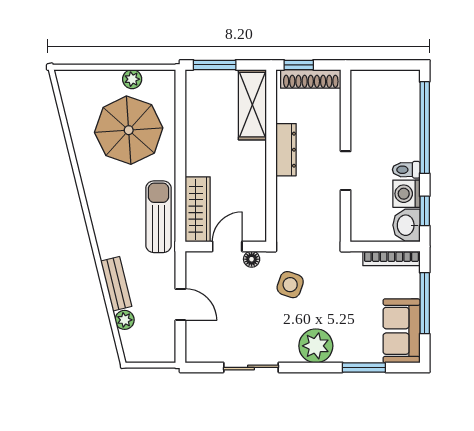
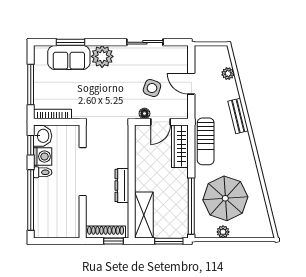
window: (180, 118) -> (191, 206), added
doorway: (346, 171) -> (83, 172), width x1.87
bench: (116, 284) -> (238, 116), moved
side table: (290, 285) -> (152, 88), moved
sofa: (402, 331) -> (69, 57), moved, turned 90

